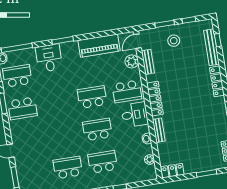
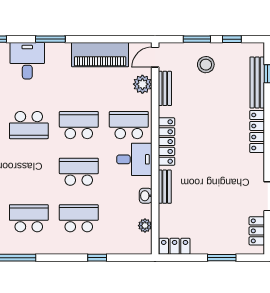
school desk: (127, 91) -> (129, 125), turned 180
school desk: (57, 103) -> (29, 125), added

